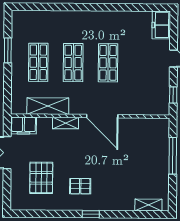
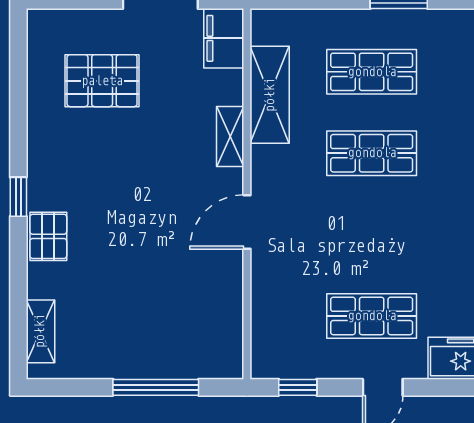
shop shelf: (108, 63) -> (372, 316), moved
door: (102, 116) -> (247, 222), width x0.73
pallet: (80, 186) -> (48, 236), moved

